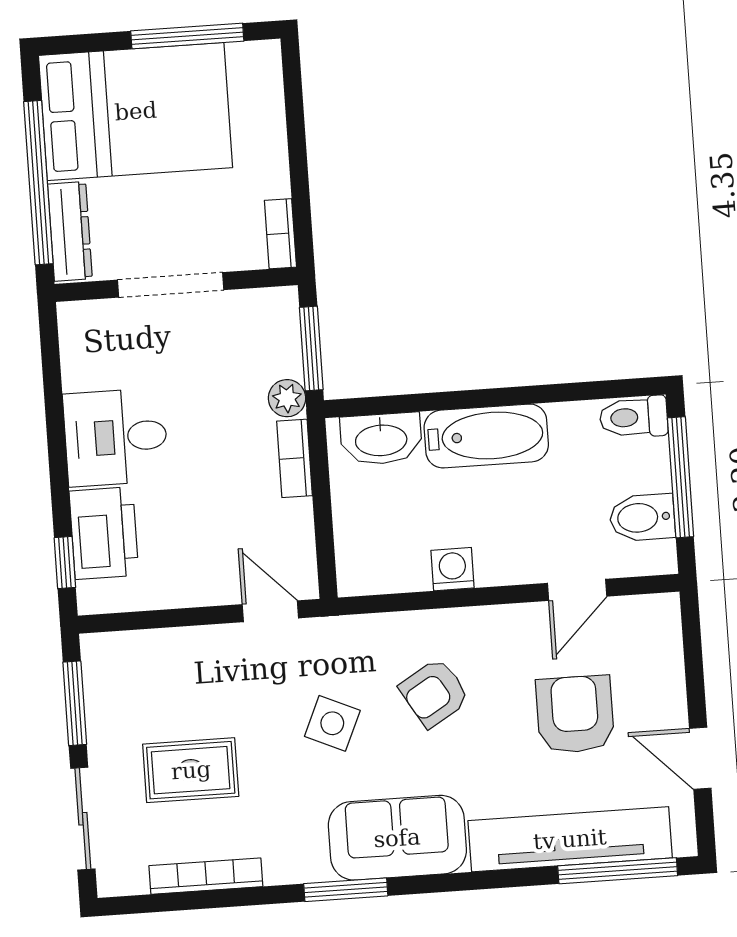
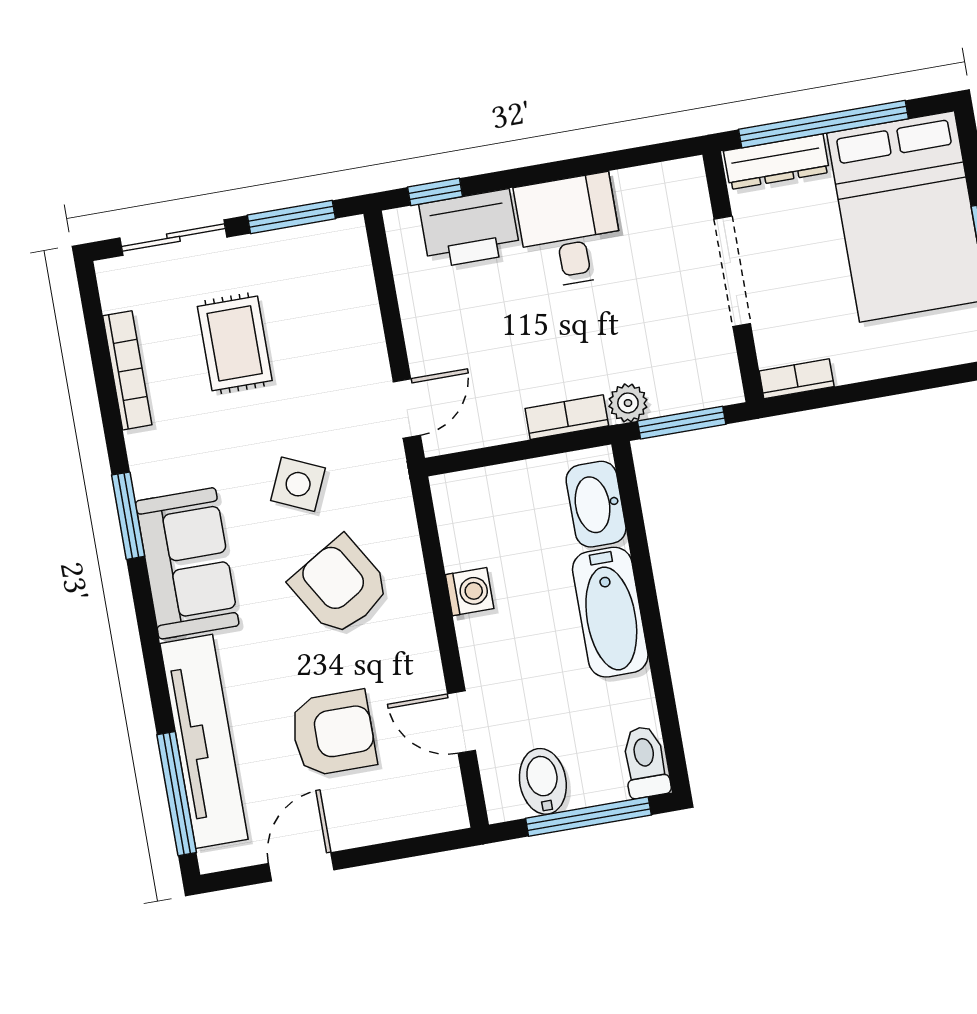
armchair: (434, 693) -> (340, 586), width x1.38, depth x1.38

